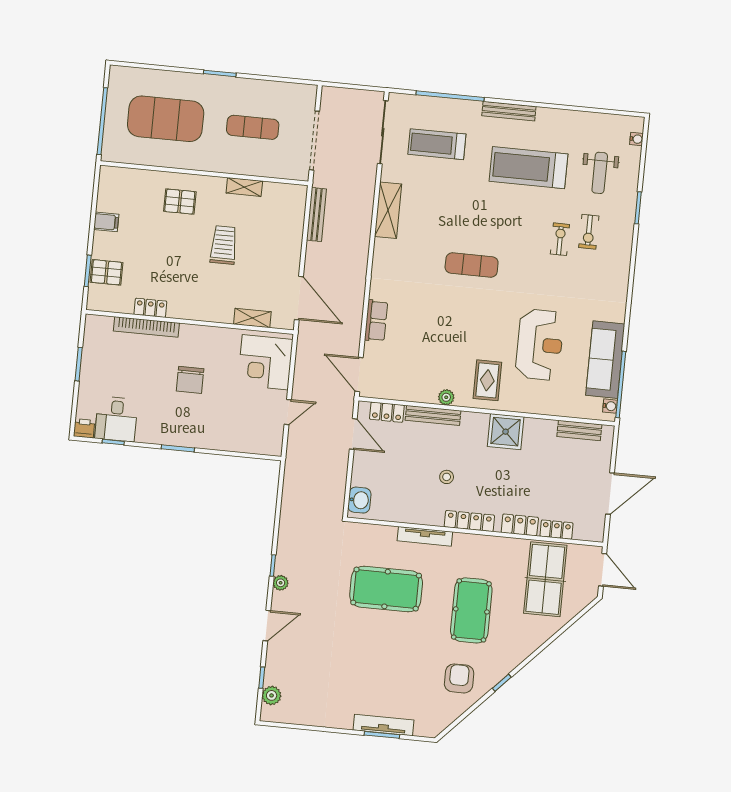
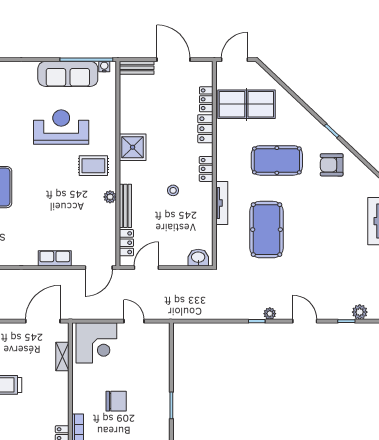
bench: (579, 430) -> (137, 68), moved, turned 90
locker: (469, 521) -> (206, 169), width x0.66

